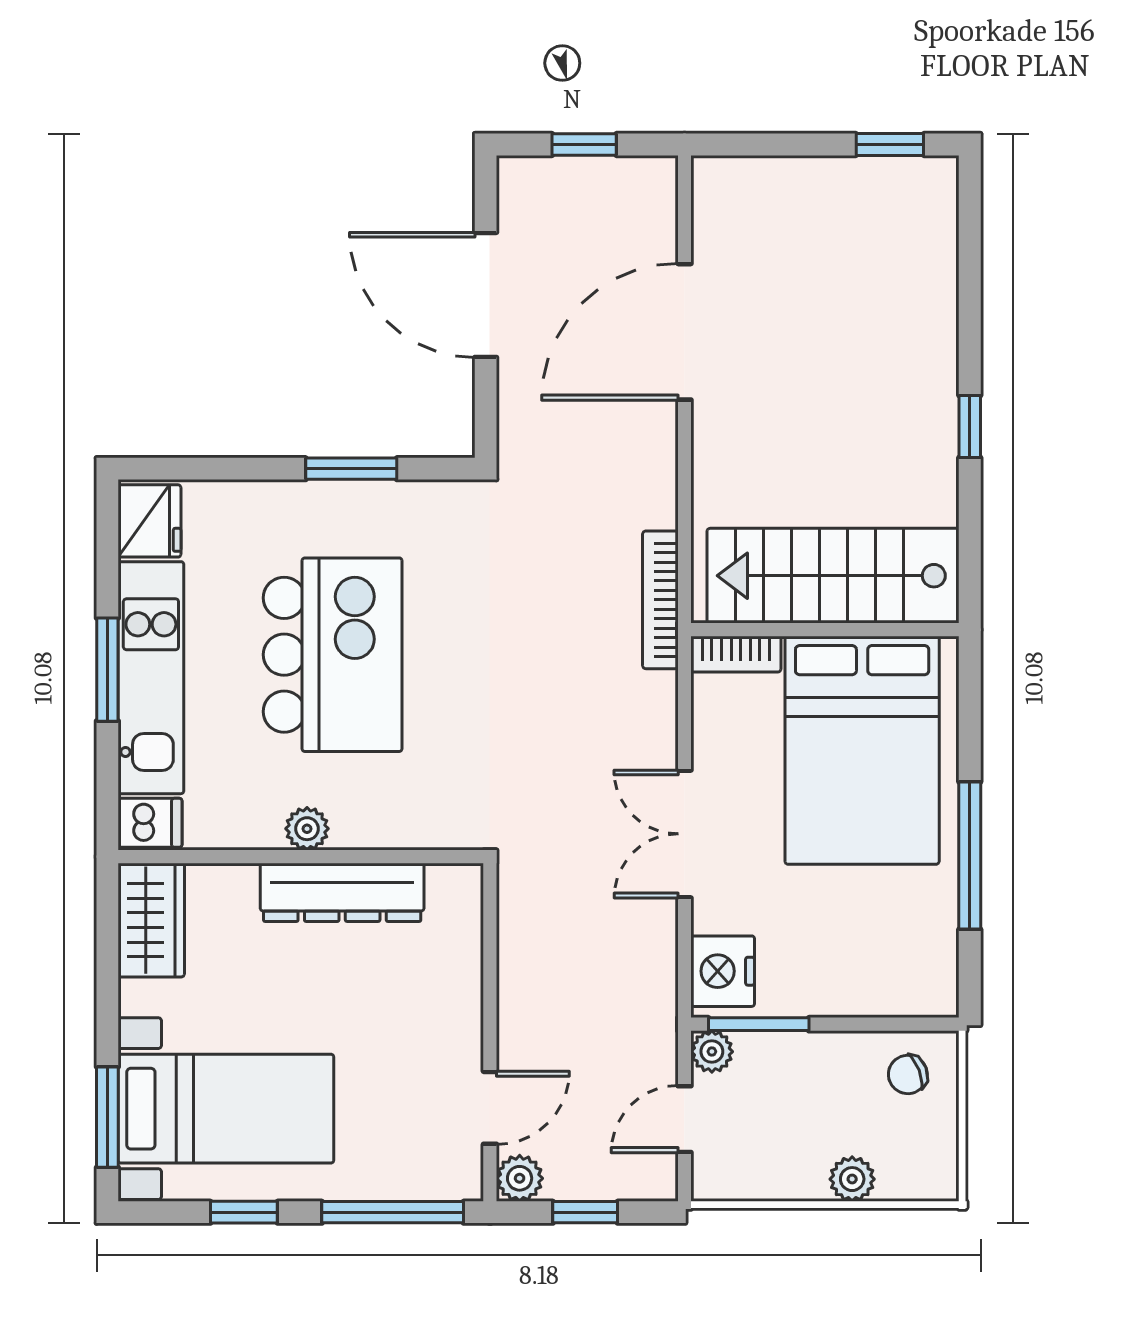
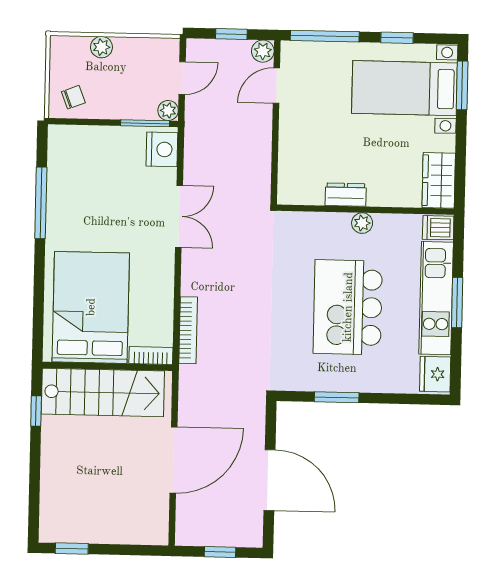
stairs: (833, 576) -> (103, 392), moved
wall: (825, 630) -> (107, 366), moved
bookcase: (736, 654) -> (151, 355), moved
bed: (862, 750) -> (91, 307), moved
dresser: (342, 892) -> (346, 195), width x0.51, depth x0.80

